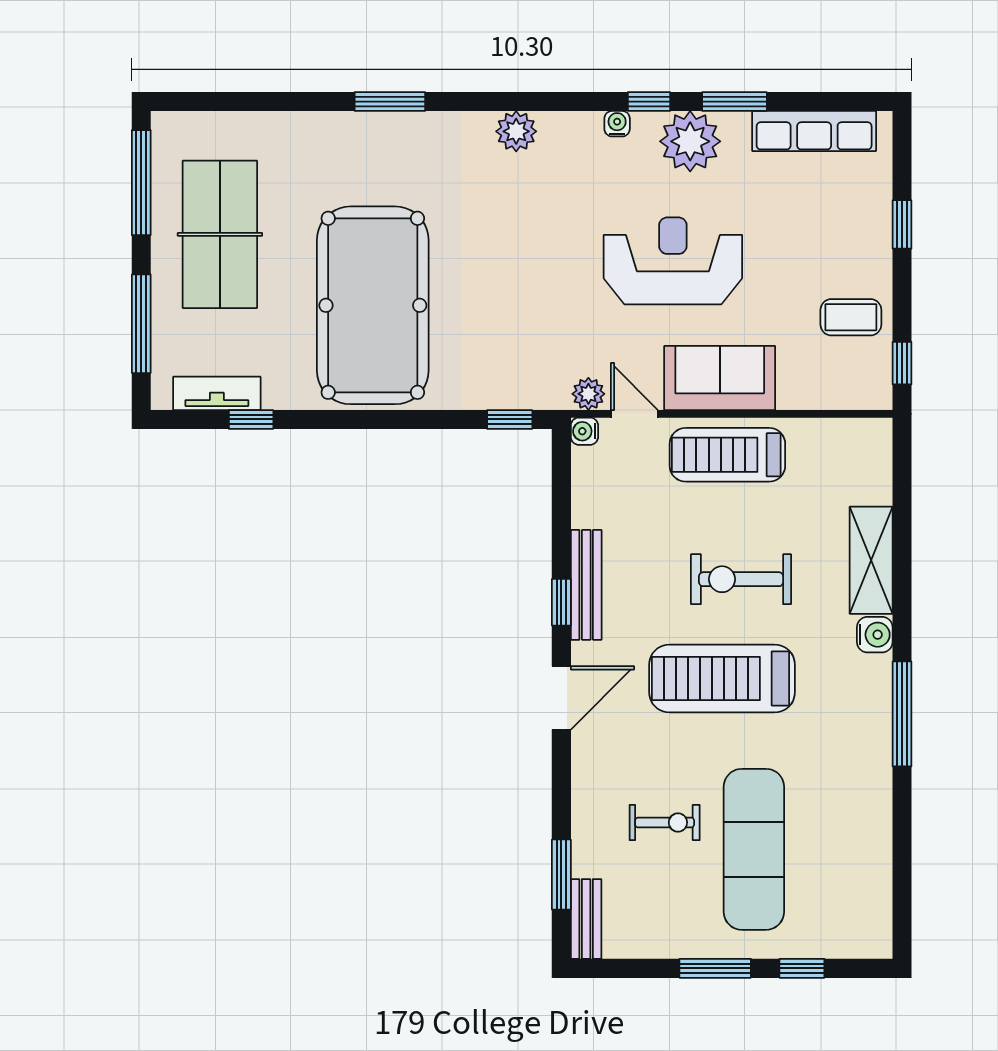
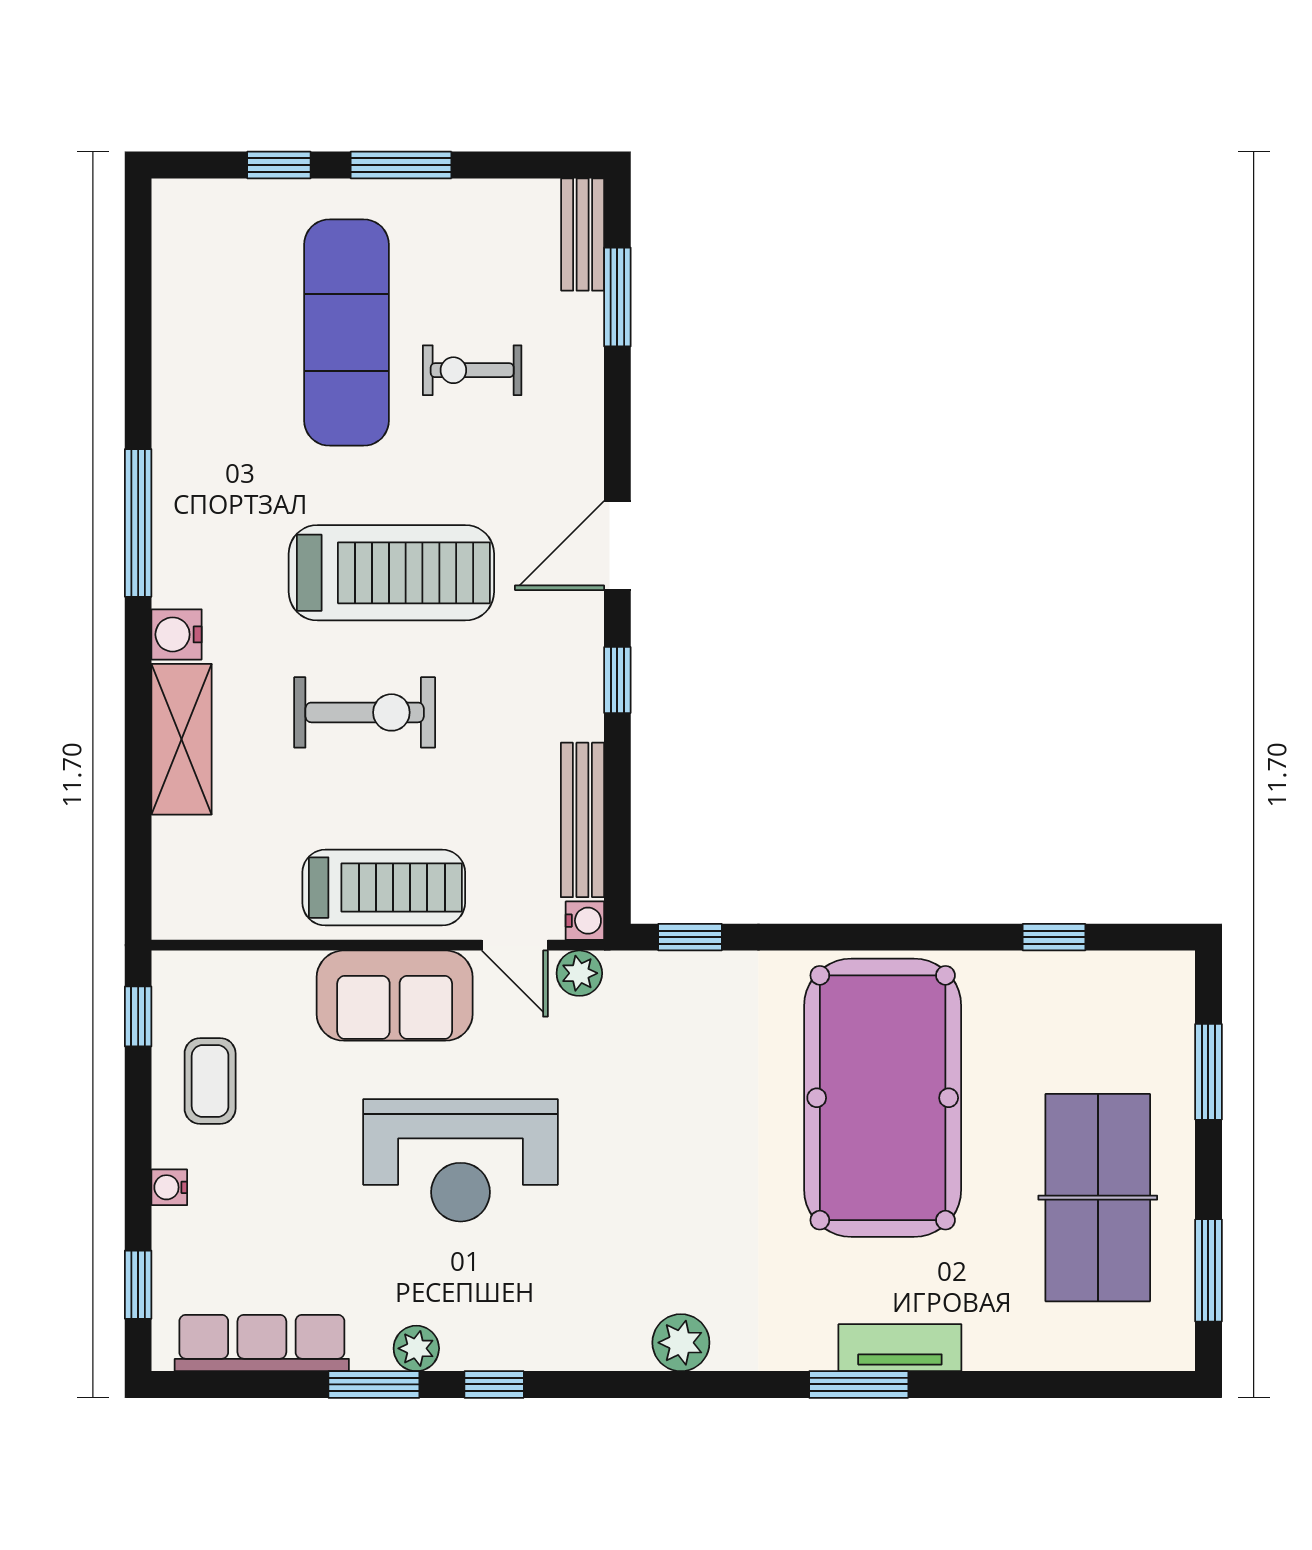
water cooler: (617, 124) -> (169, 1187), moved, turned 90
plant: (690, 141) -> (416, 1348), width x0.53, depth x0.53
window: (141, 183) -> (1208, 1270), width x0.69
window: (902, 224) -> (138, 1285), moved
coffee table: (851, 317) -> (210, 1081), turned 90
window: (141, 324) -> (1208, 1072), width x0.69
tv unit: (217, 393) -> (900, 1348), moved, turned 180
bench: (586, 585) -> (582, 820), moved

